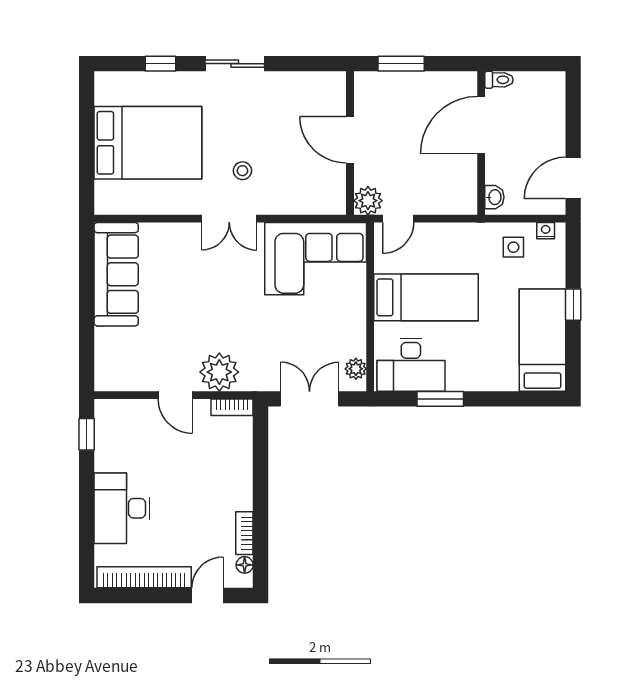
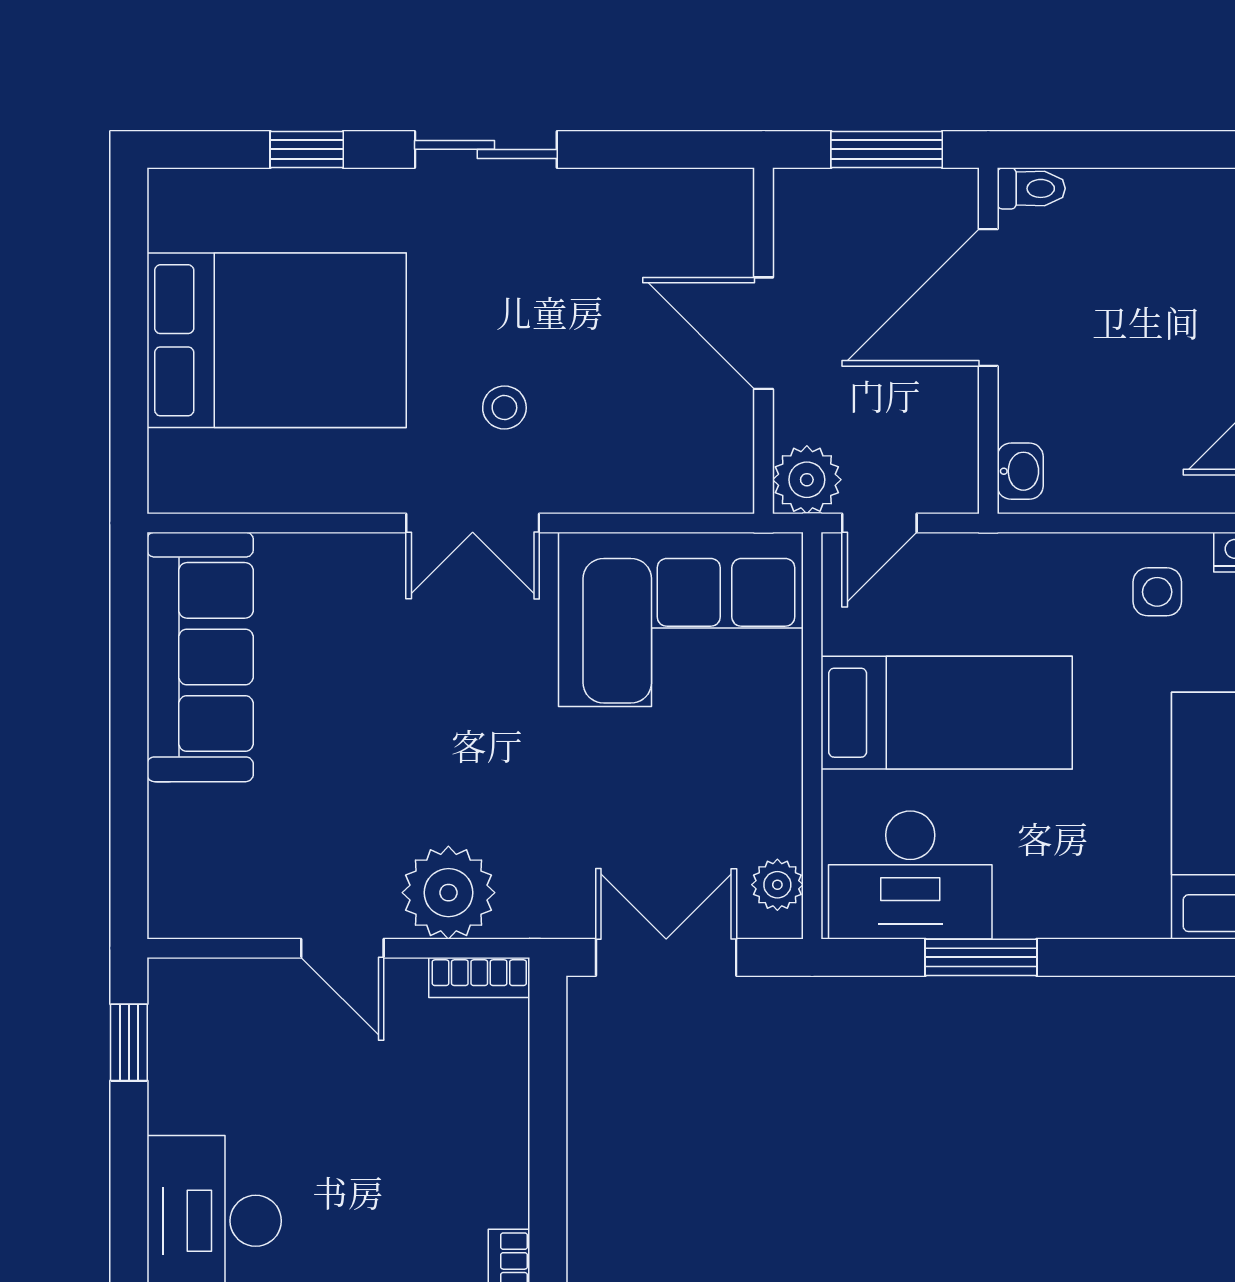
toilet: (499, 80) -> (1031, 188), moved
door: (481, 125) -> (988, 297), moved
wall: (481, 143) -> (988, 341), moved
washbasin: (494, 197) -> (1020, 471), moved

